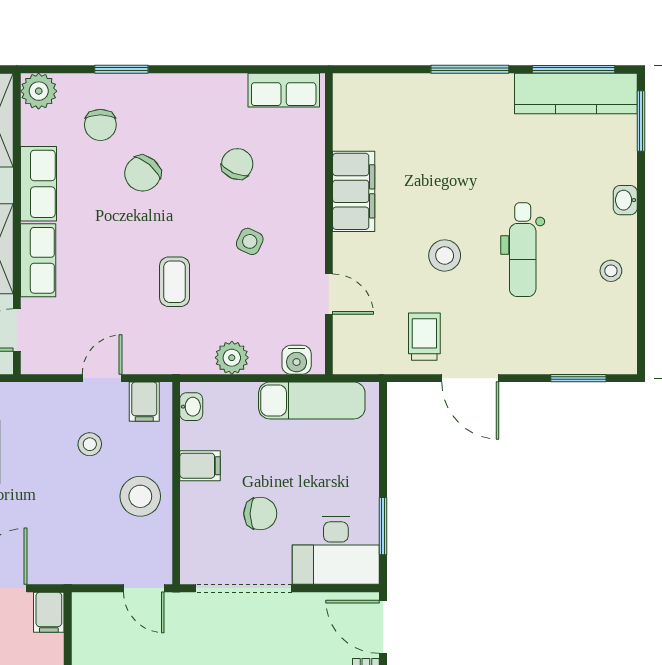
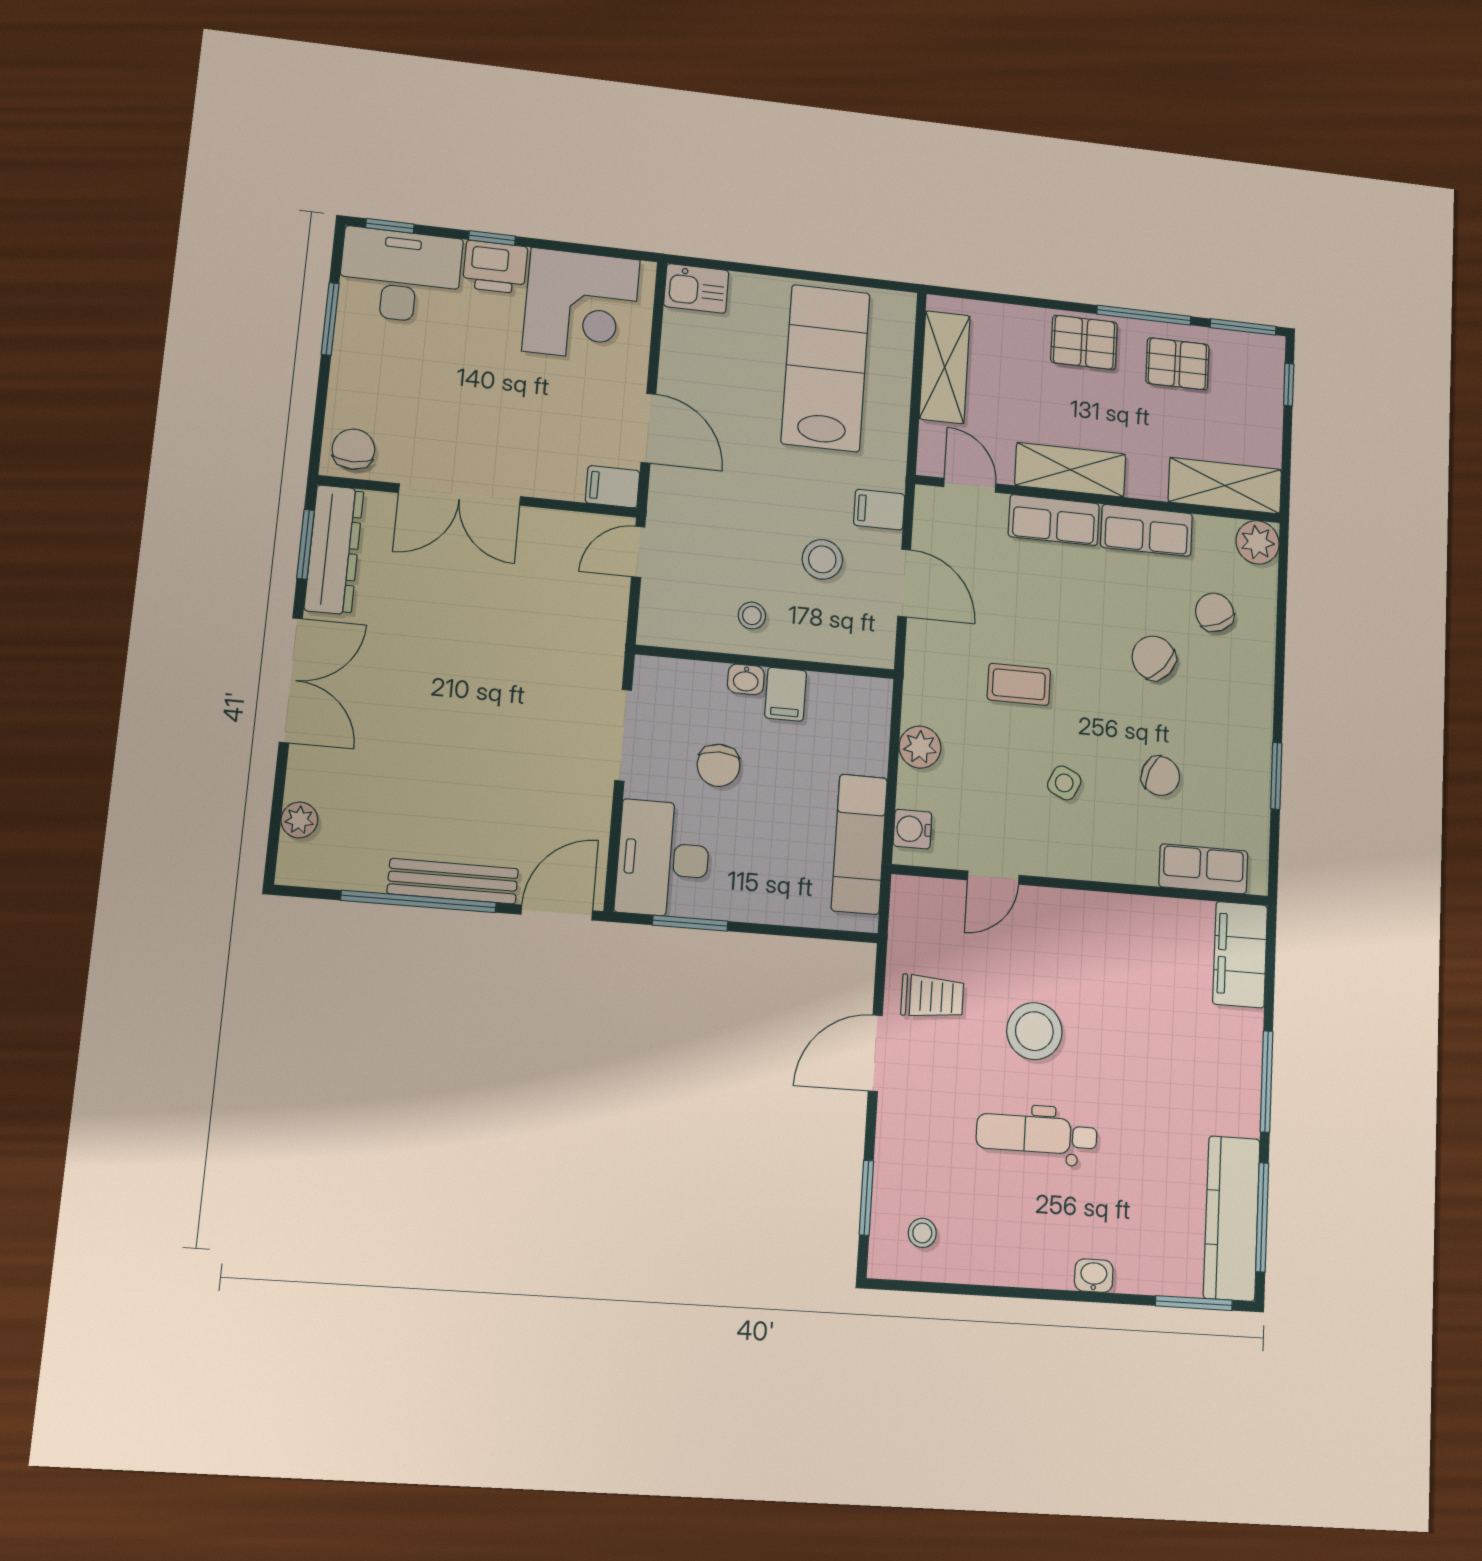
window: (121, 69) -> (1276, 776), moved
row of seats: (284, 90) -> (1203, 869), moved, turned 90
chair: (100, 125) -> (1214, 612), turned 65
filing cabinet: (354, 191) -> (1240, 955), moved, turned 90
stool: (445, 255) -> (1034, 1031), width x1.38, depth x1.38
stool: (611, 271) -> (922, 1233), moved
door: (102, 378) -> (904, 583), width x1.38
filing cabinet: (144, 402) -> (879, 510), moved
washbasin: (191, 407) -> (746, 679), moved
stool: (90, 444) -> (822, 559), width x1.37, depth x1.37
stool: (140, 496) -> (752, 616), width x0.53, depth x0.53
door: (144, 588) -> (638, 552), moved
doorway: (244, 588) -> (623, 735), width x0.73

